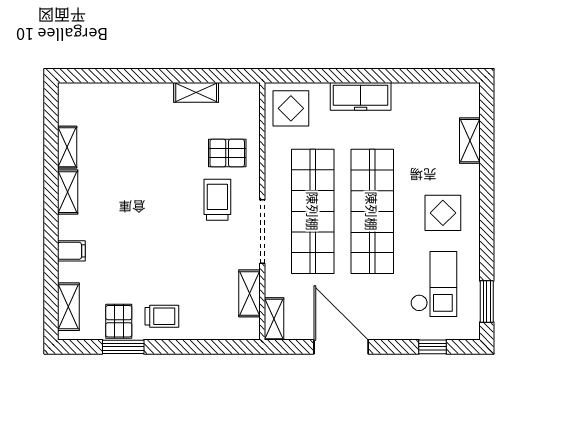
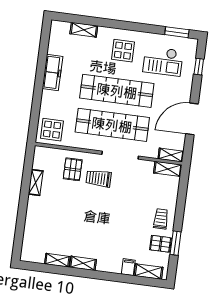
freezer: (361, 96) -> (53, 73), moved
filing cabinet: (71, 251) -> (128, 267), moved
checkout: (434, 284) -> (163, 61), turned 180
shelving: (249, 293) -> (168, 169), moved

